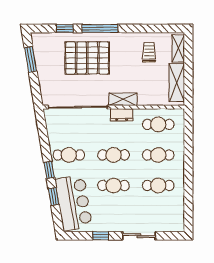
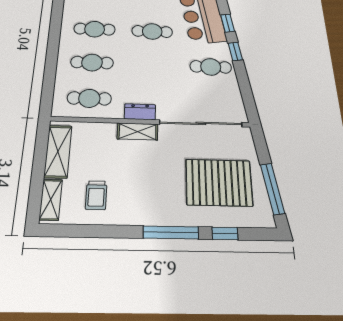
pallet: (87, 58) -> (219, 182), moved
window: (31, 59) -> (272, 189), width x1.44
cafe table: (114, 155) -> (152, 65), removed

